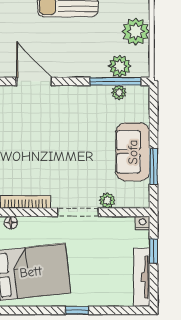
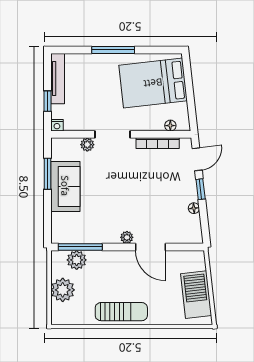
plant: (119, 93) -> (127, 237), moved
window: (77, 310) -> (113, 50), width x2.17

